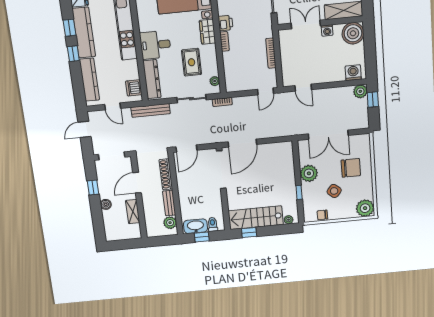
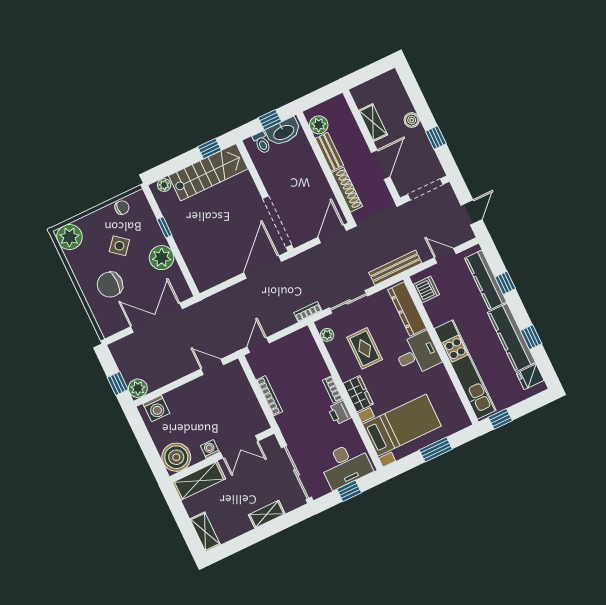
window: (73, 54) -> (505, 283), moved

